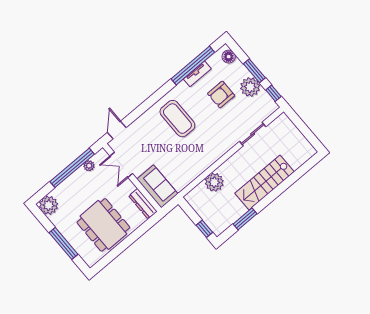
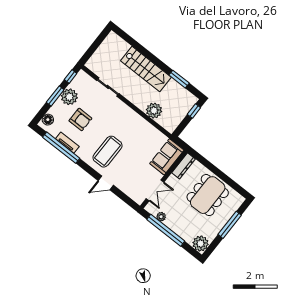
door: (117, 130) -> (106, 183), moved

